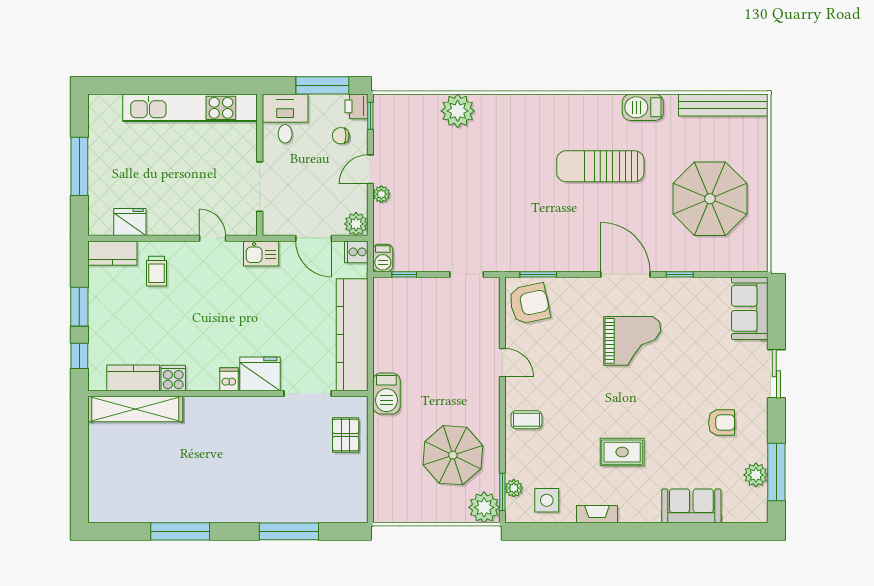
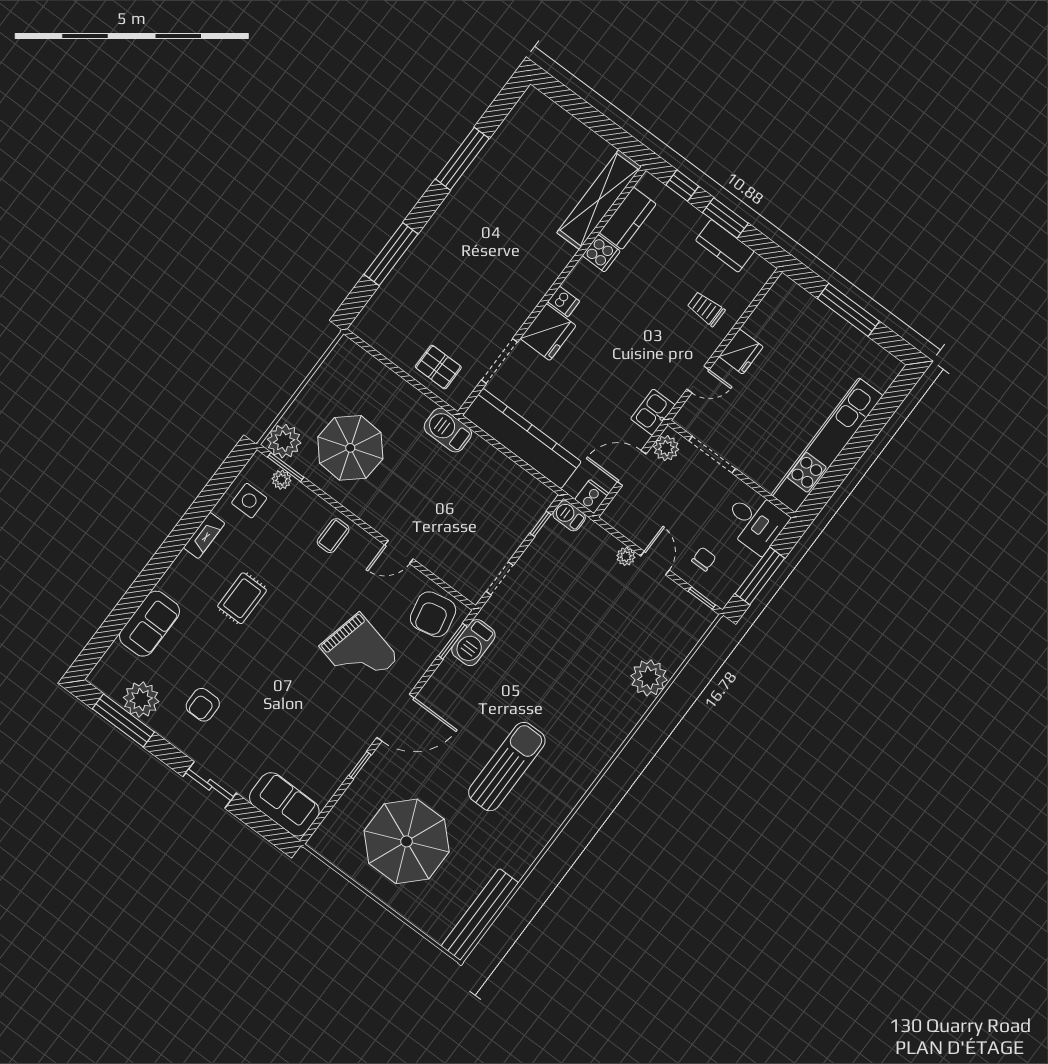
printer: (357, 106) -> (719, 592), removed
barbecue: (643, 107) -> (473, 643), moved, turned 180
fridge: (130, 222) -> (741, 352), moved
plant: (356, 224) -> (666, 448), moved
kitchen counter: (112, 253) -> (725, 246), moved, turned -90
grand piano: (632, 341) -> (359, 652), moved, turned -77
plant: (756, 475) -> (141, 699), width x1.36, depth x1.36

